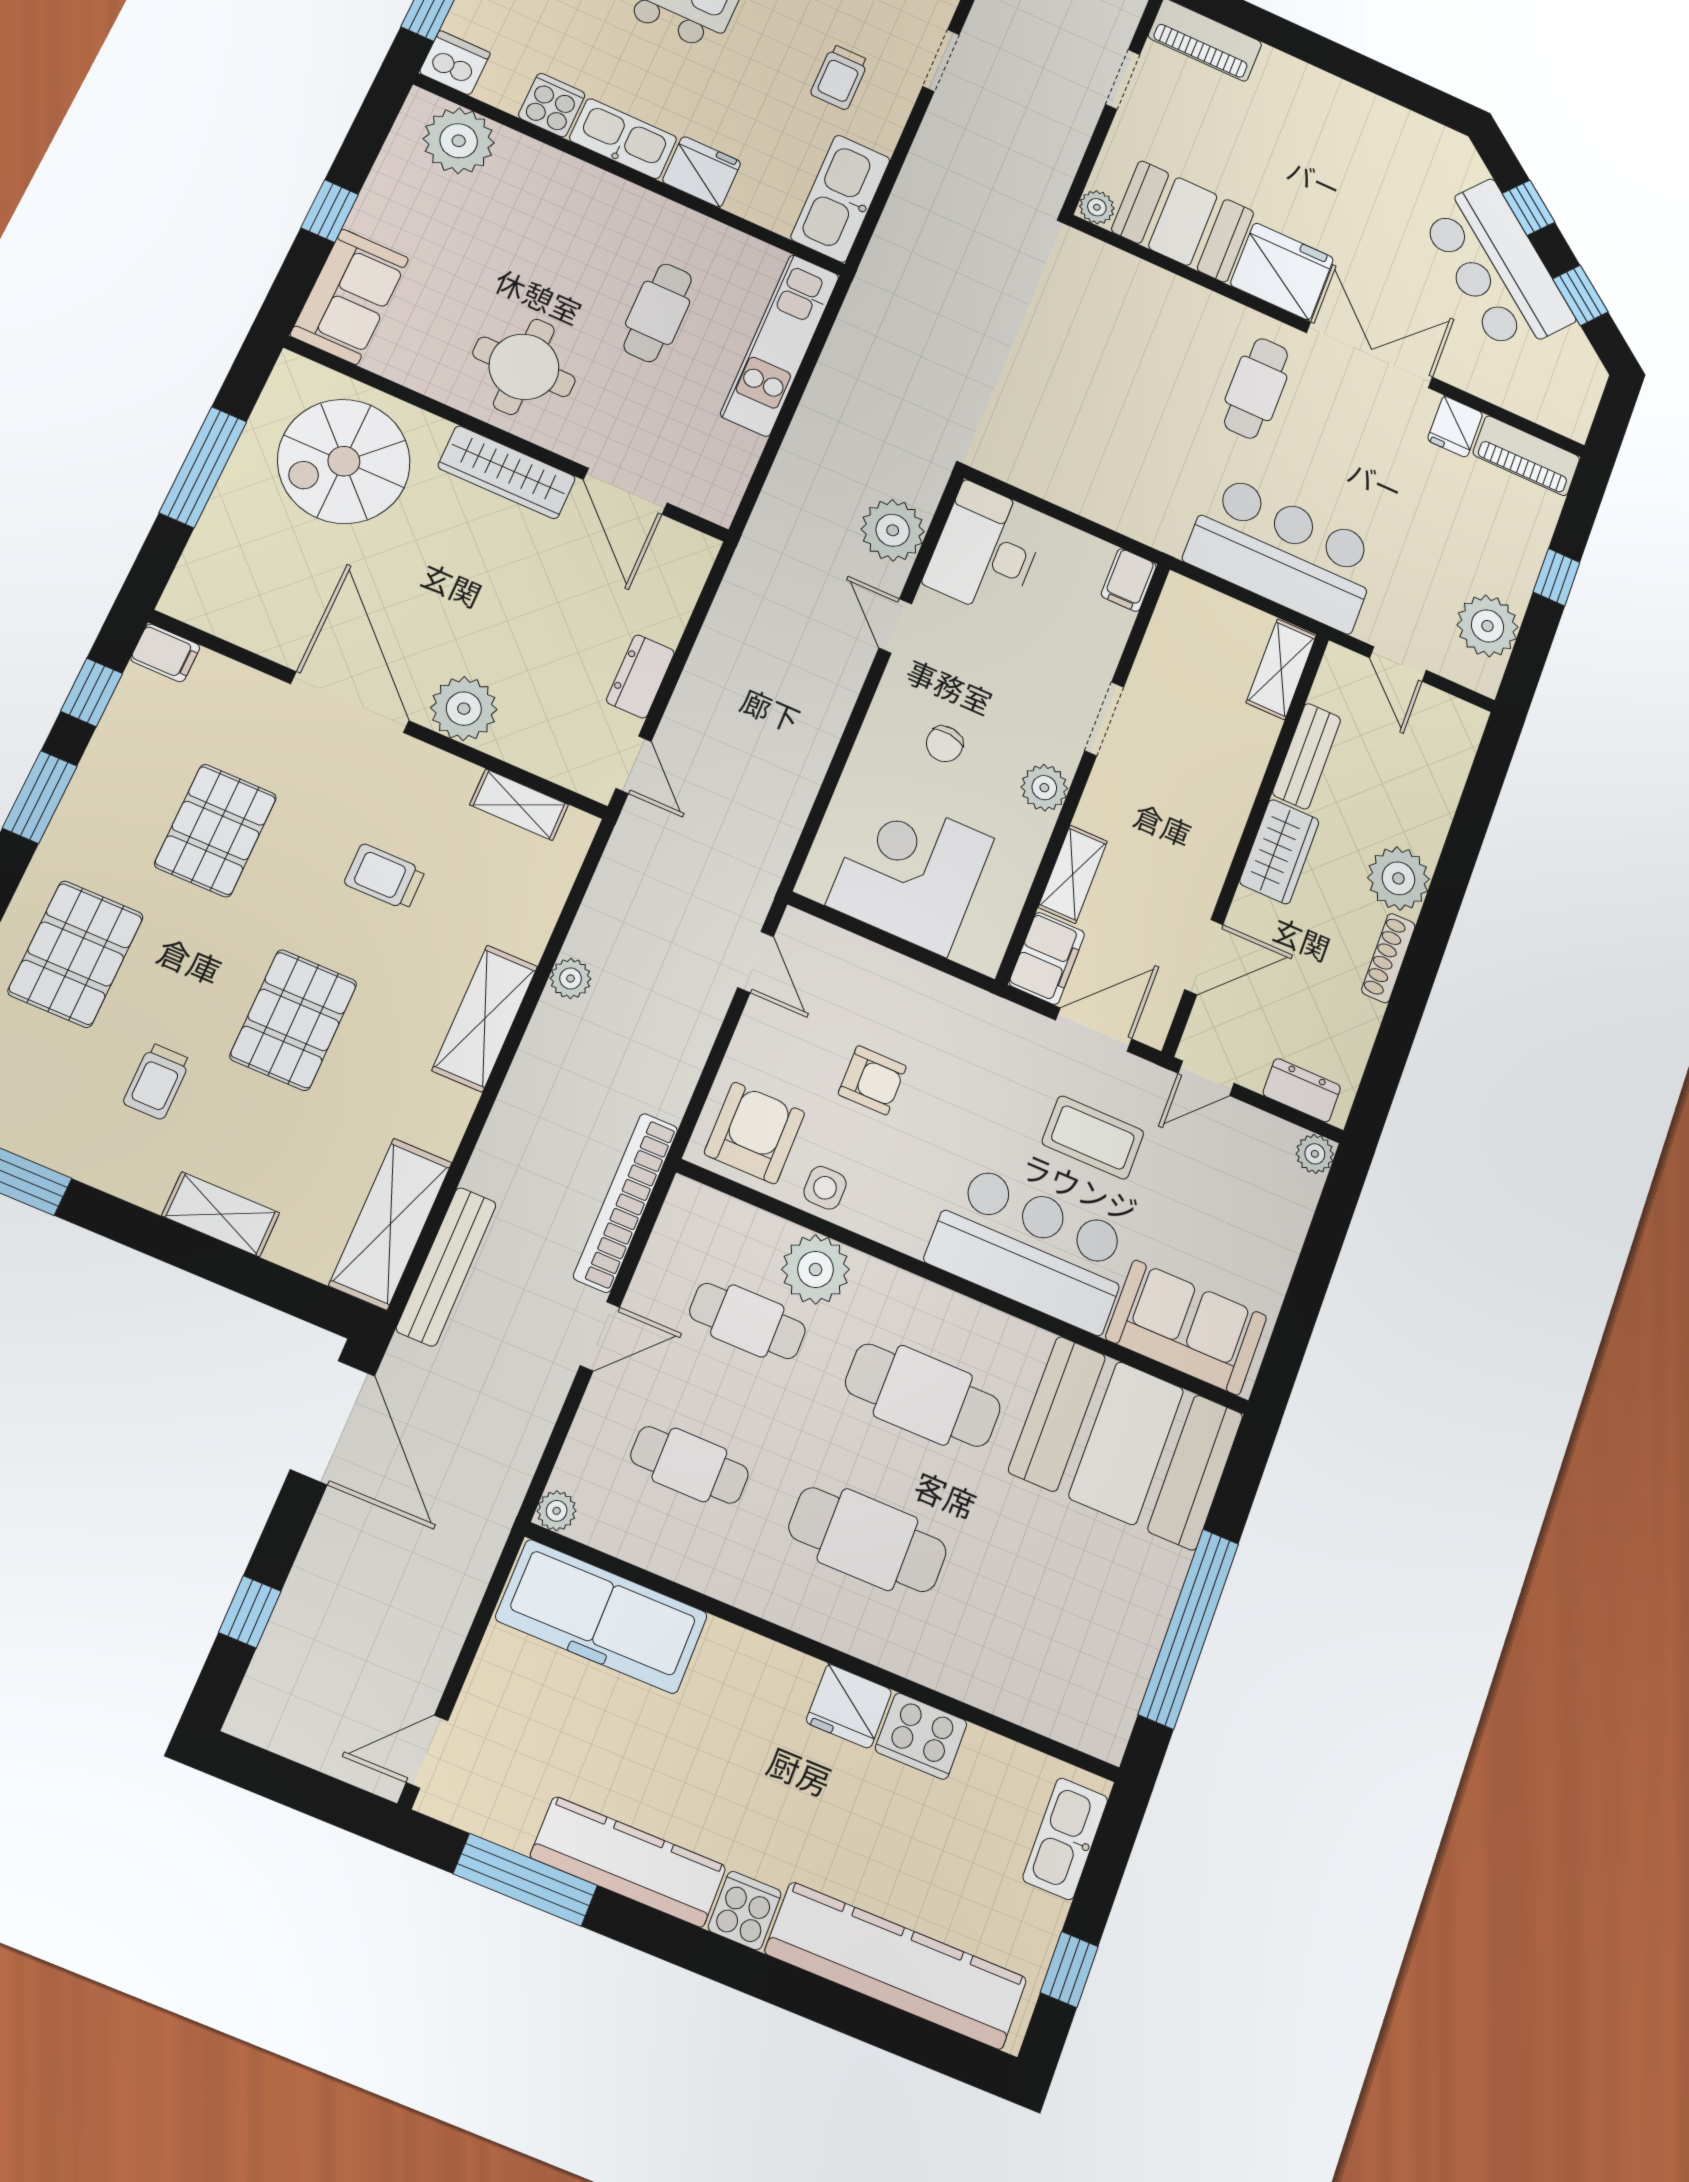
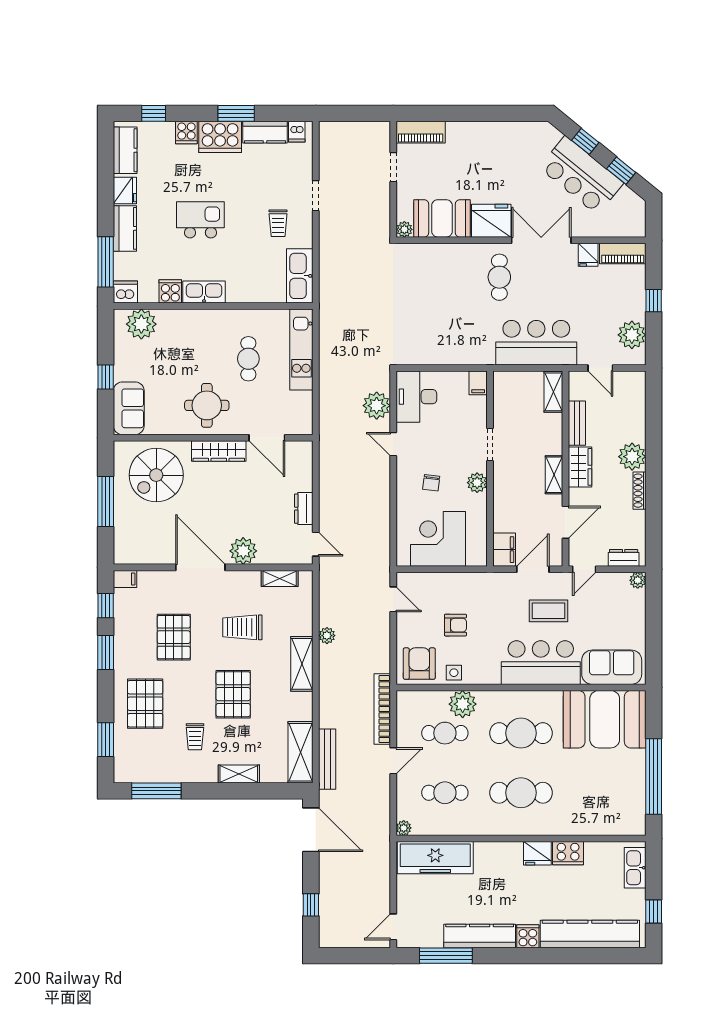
fridge: (702, 172) -> (240, 291), removed
shelving: (1073, 874) -> (554, 475), moved
trolley: (385, 877) -> (242, 627), width x1.36, depth x1.39

